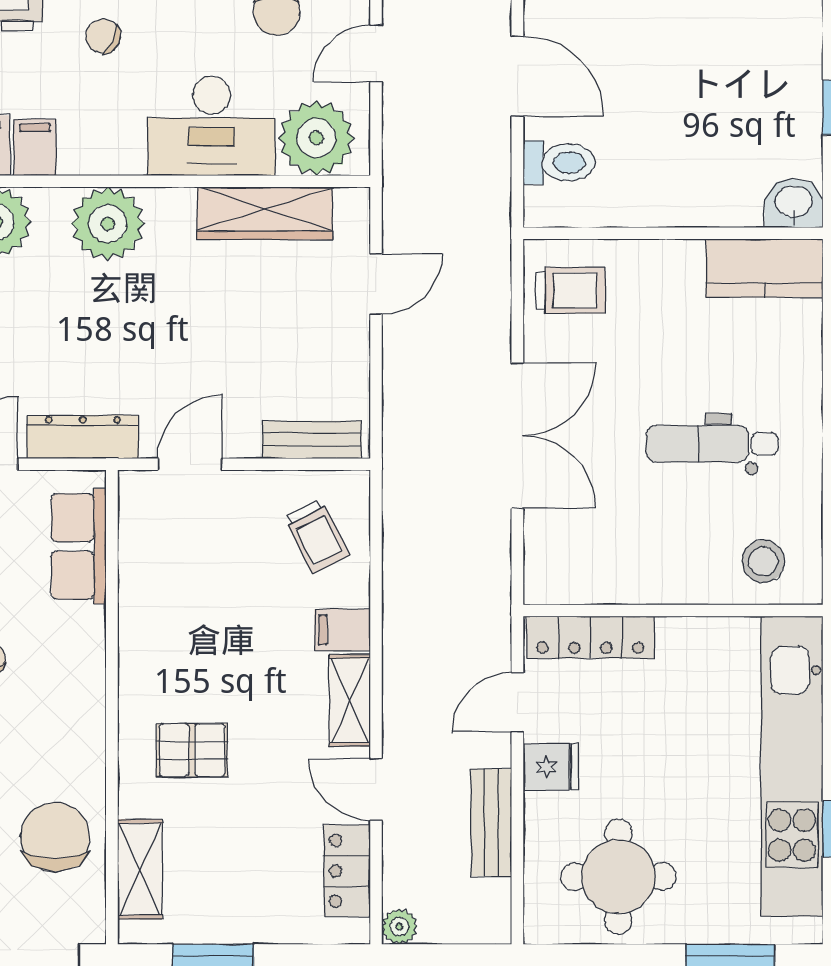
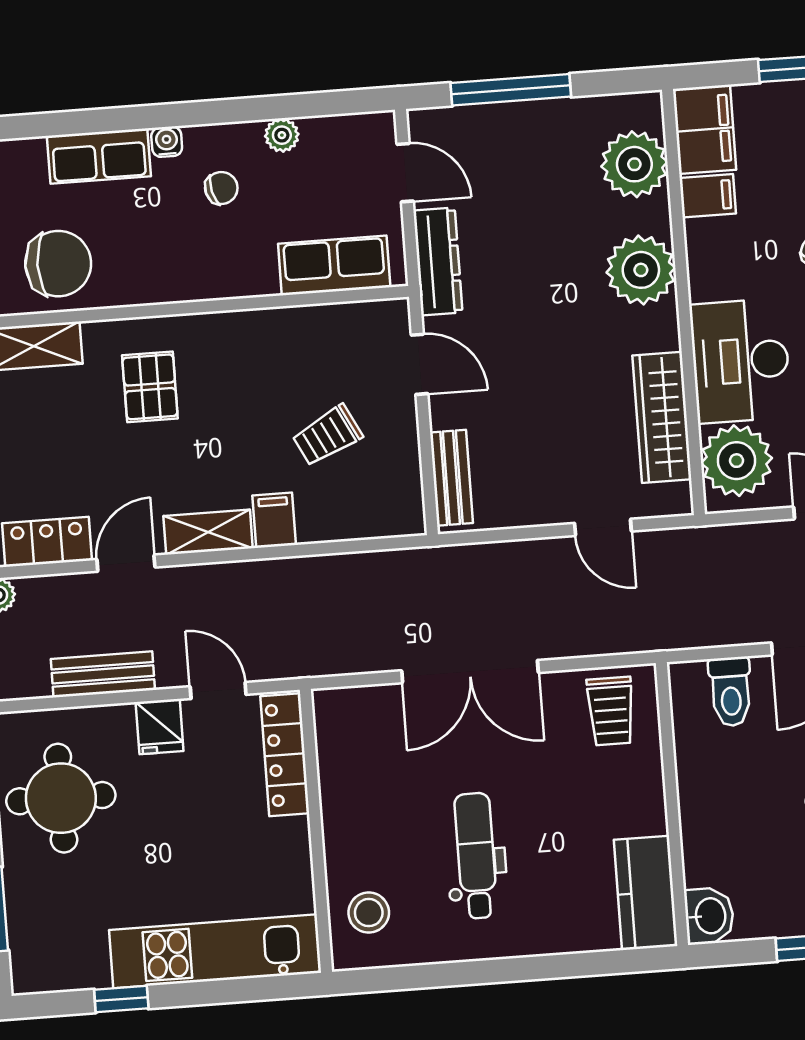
trolley: (317, 536) -> (327, 436), moved
kitchen unit: (792, 766) -> (215, 951), width x0.73

